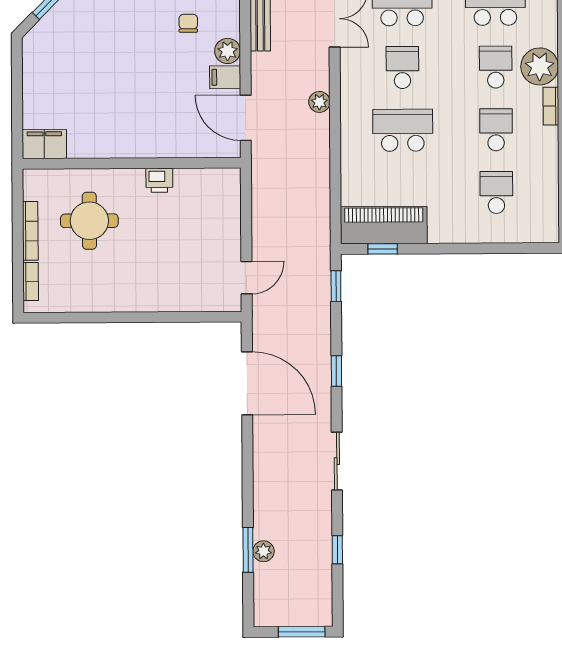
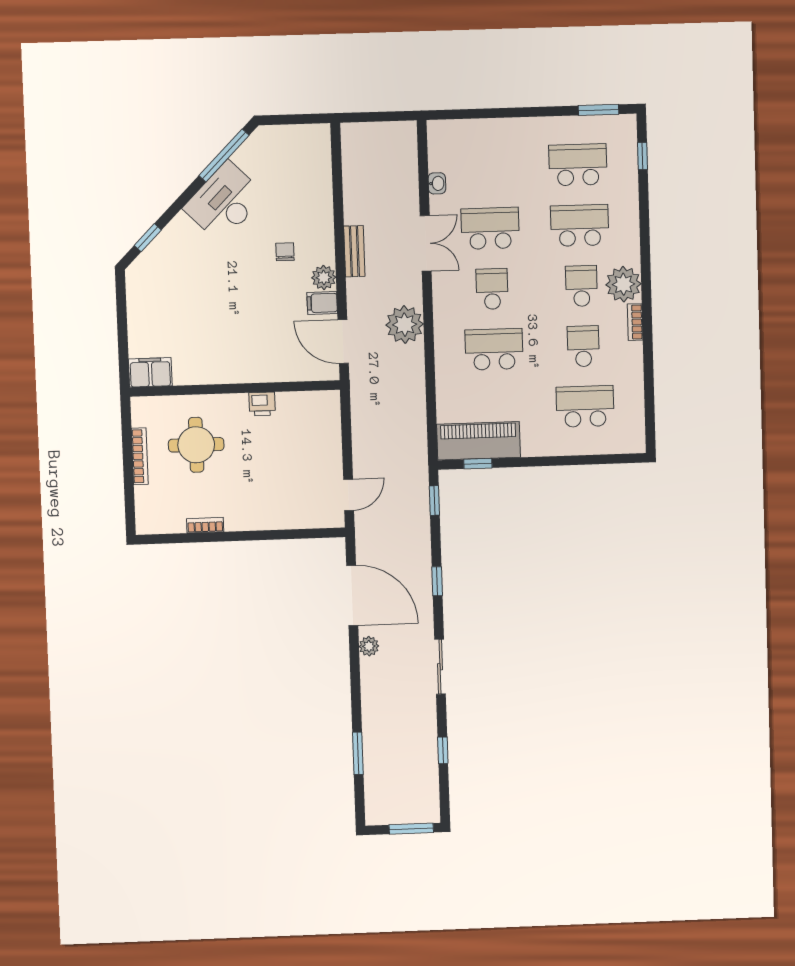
plant: (319, 102) -> (405, 325), width x1.88, depth x1.88
school desk: (496, 192) -> (585, 406), width x1.85
bookcase: (31, 282) -> (205, 525), moved, turned -90
plant: (263, 551) -> (369, 646), moved

